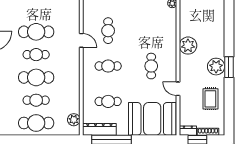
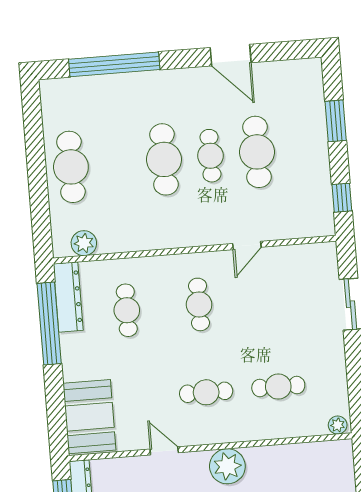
cafe table: (108, 31) -> (278, 387), moved
plant: (188, 46) -> (227, 466), moved
door: (178, 89) -> (164, 451), hinge flipped
cafe table: (36, 100) -> (117, 163), removed
booth: (152, 119) -> (89, 417), width x0.73, depth x0.70

